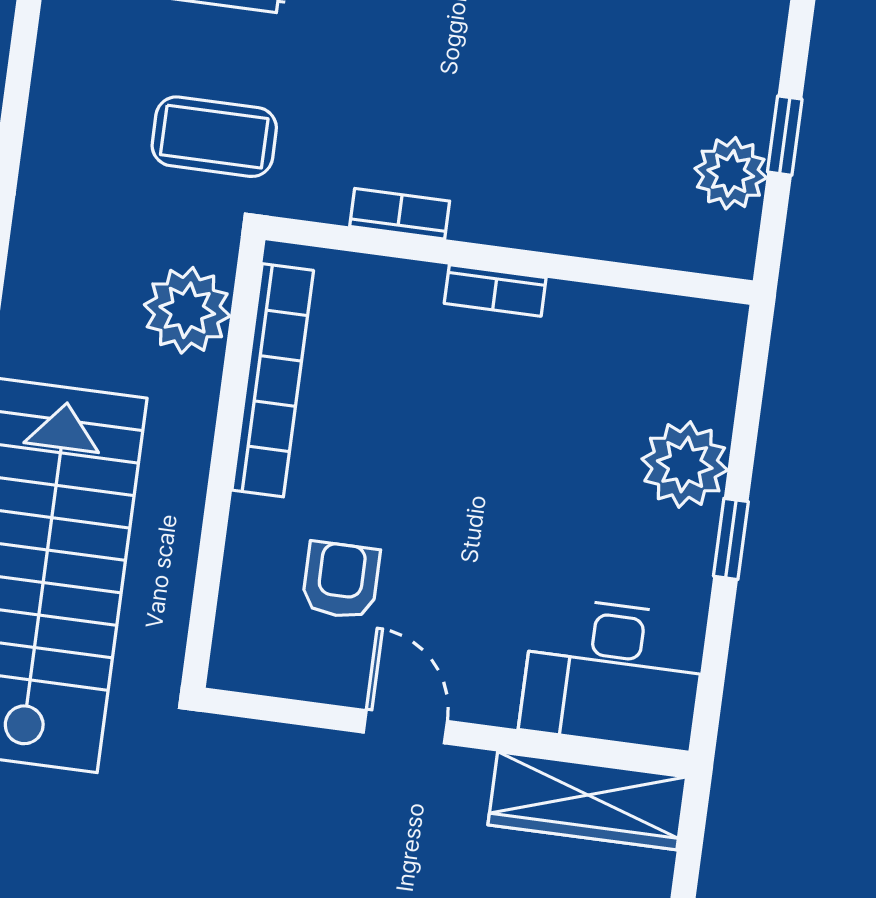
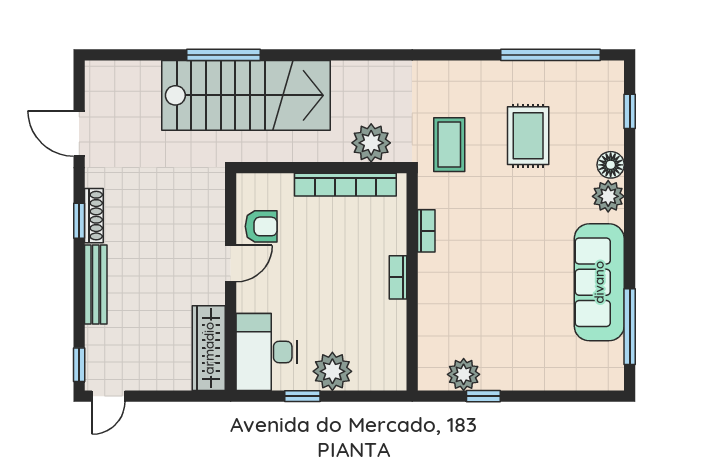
desk: (613, 673) -> (266, 352), moved
door: (405, 727) -> (231, 264), moved
wall: (446, 732) -> (231, 282), moved
wardrobe: (587, 801) -> (209, 348), moved

